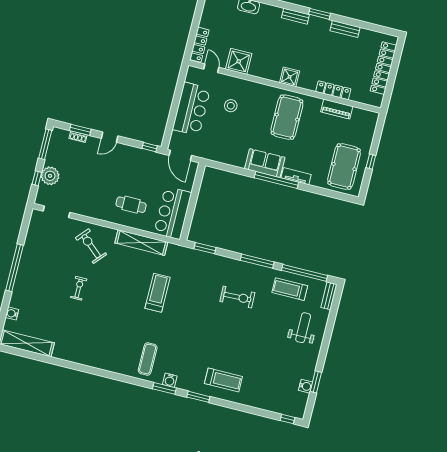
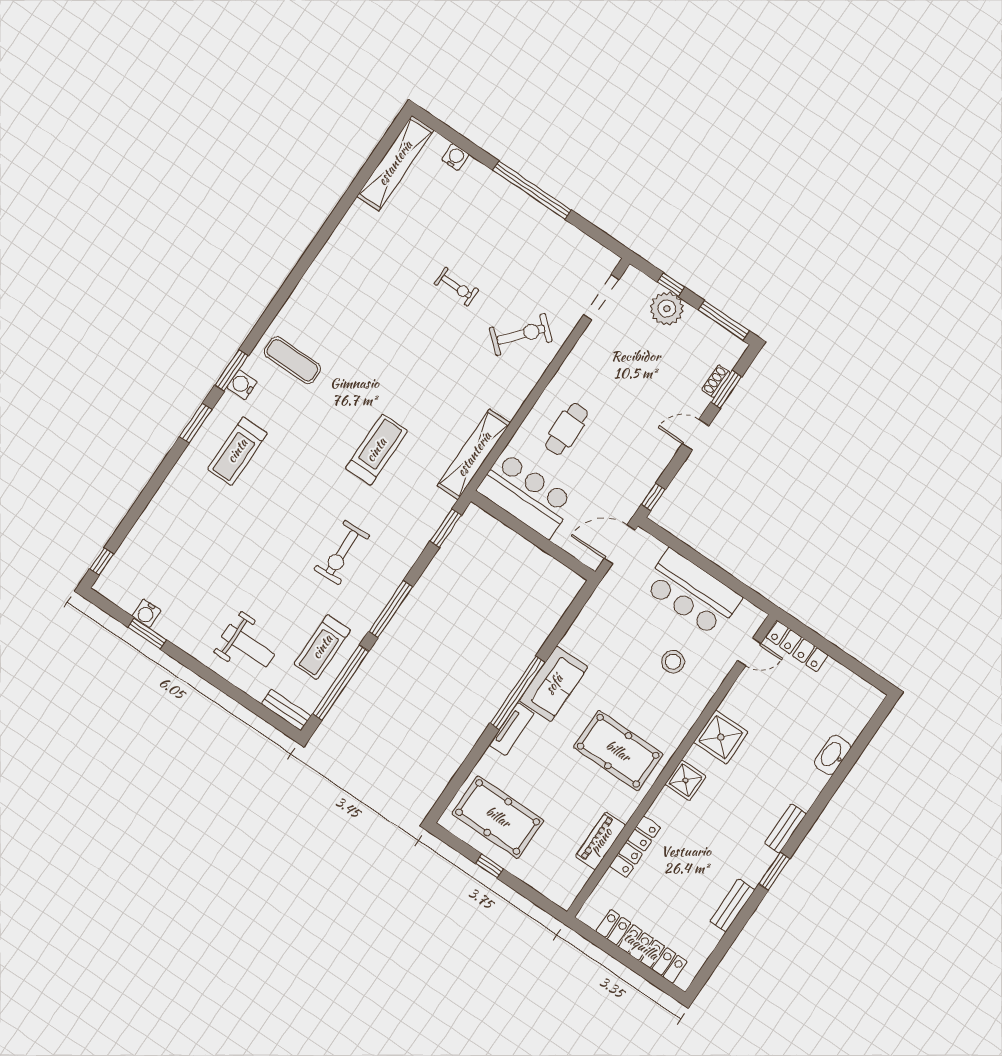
shower: (239, 61) -> (721, 737), moved
door: (110, 137) -> (696, 435), hinge flipped
shelving: (141, 243) -> (474, 454), moved
treadmill: (290, 289) -> (322, 647), turned 180
treadmill: (158, 293) -> (376, 450), moved, turned -90
treadmill: (223, 380) -> (237, 451), moved

